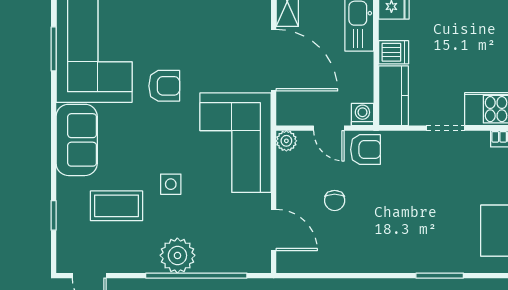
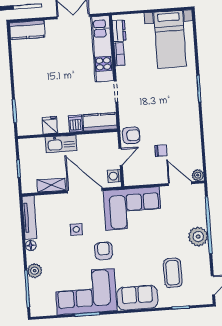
door: (274, 60) -> (85, 190), hinge flipped
washing machine: (362, 114) -> (114, 176), moved
plant: (286, 141) -> (198, 175), moved
armchair: (366, 150) -> (131, 135), turned 90
side table: (171, 184) -> (76, 229), moved
door: (274, 230) -> (180, 184), hinge flipped

